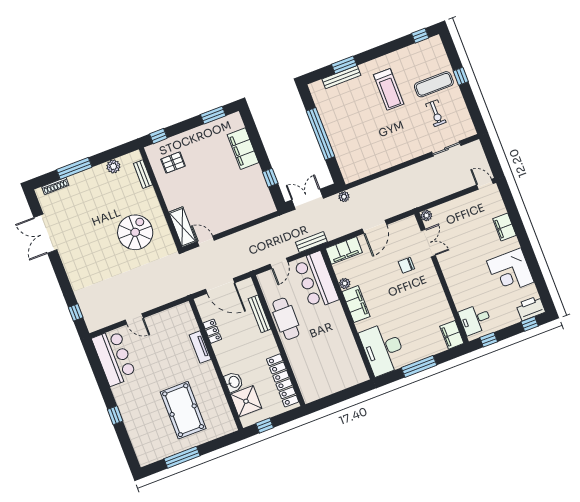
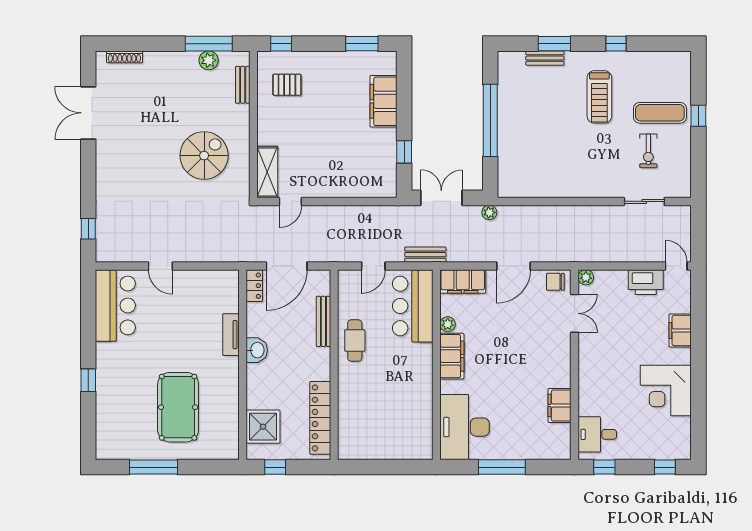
window: (420, 36) -> (616, 44), moved
bench: (341, 77) -> (545, 58), width x0.73
window: (74, 168) -> (209, 44), moved
door: (206, 241) -> (290, 201), swing flipped
chair: (406, 265) -> (555, 282), moved
door: (220, 286) -> (287, 266), hinge flipped
printer: (531, 308) -> (646, 282), moved, turned 180
cafe table: (286, 319) -> (355, 341), width x0.73, depth x0.74
locker: (212, 331) -> (254, 286), moved
filing cabinet: (452, 335) -> (560, 406), moved
washbasin: (234, 382) -> (257, 350), moved

